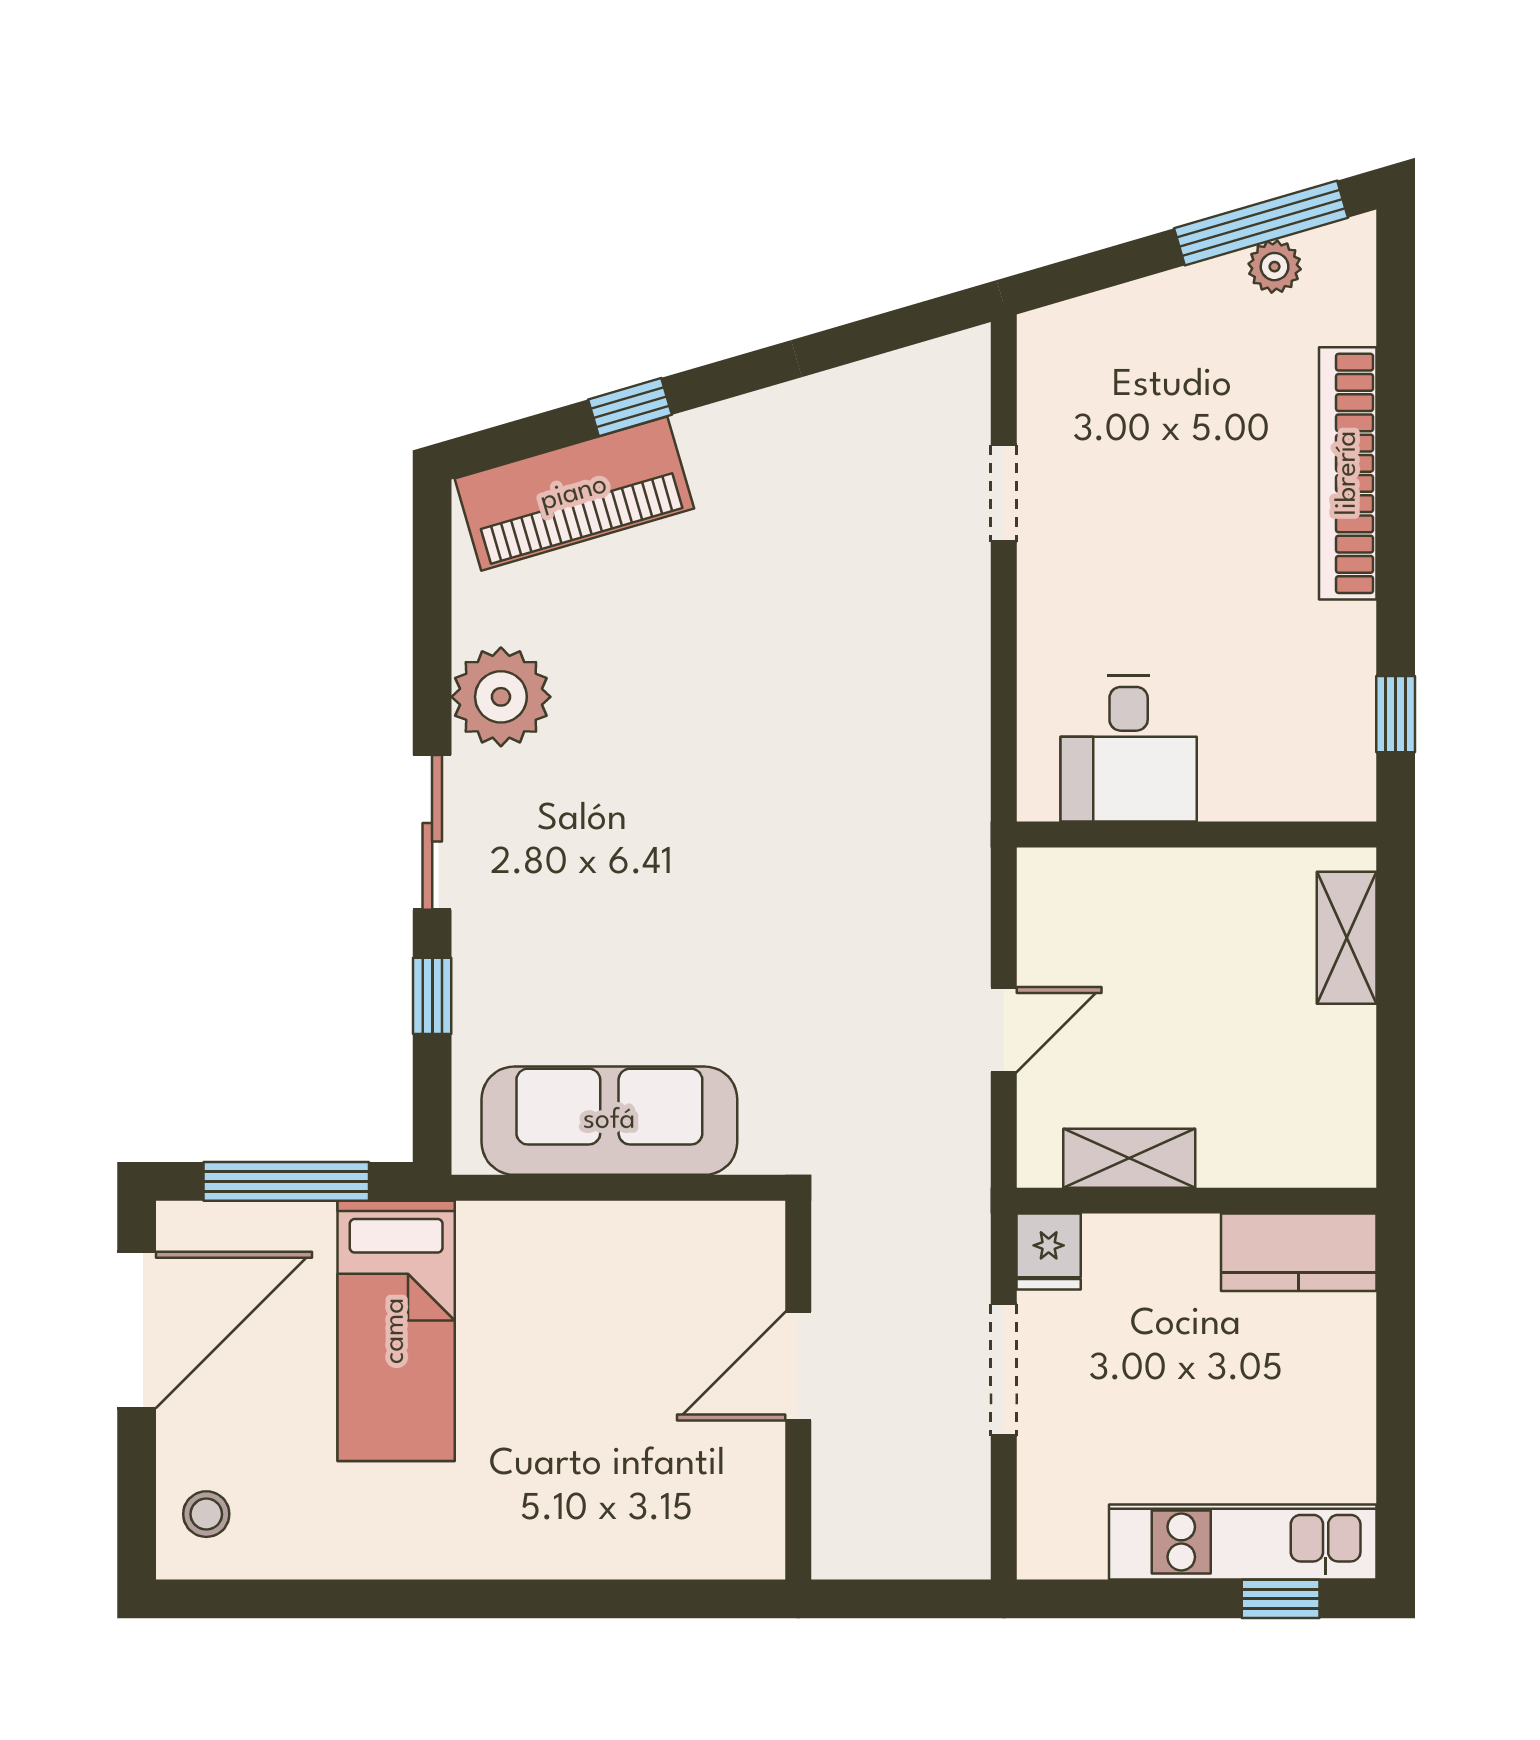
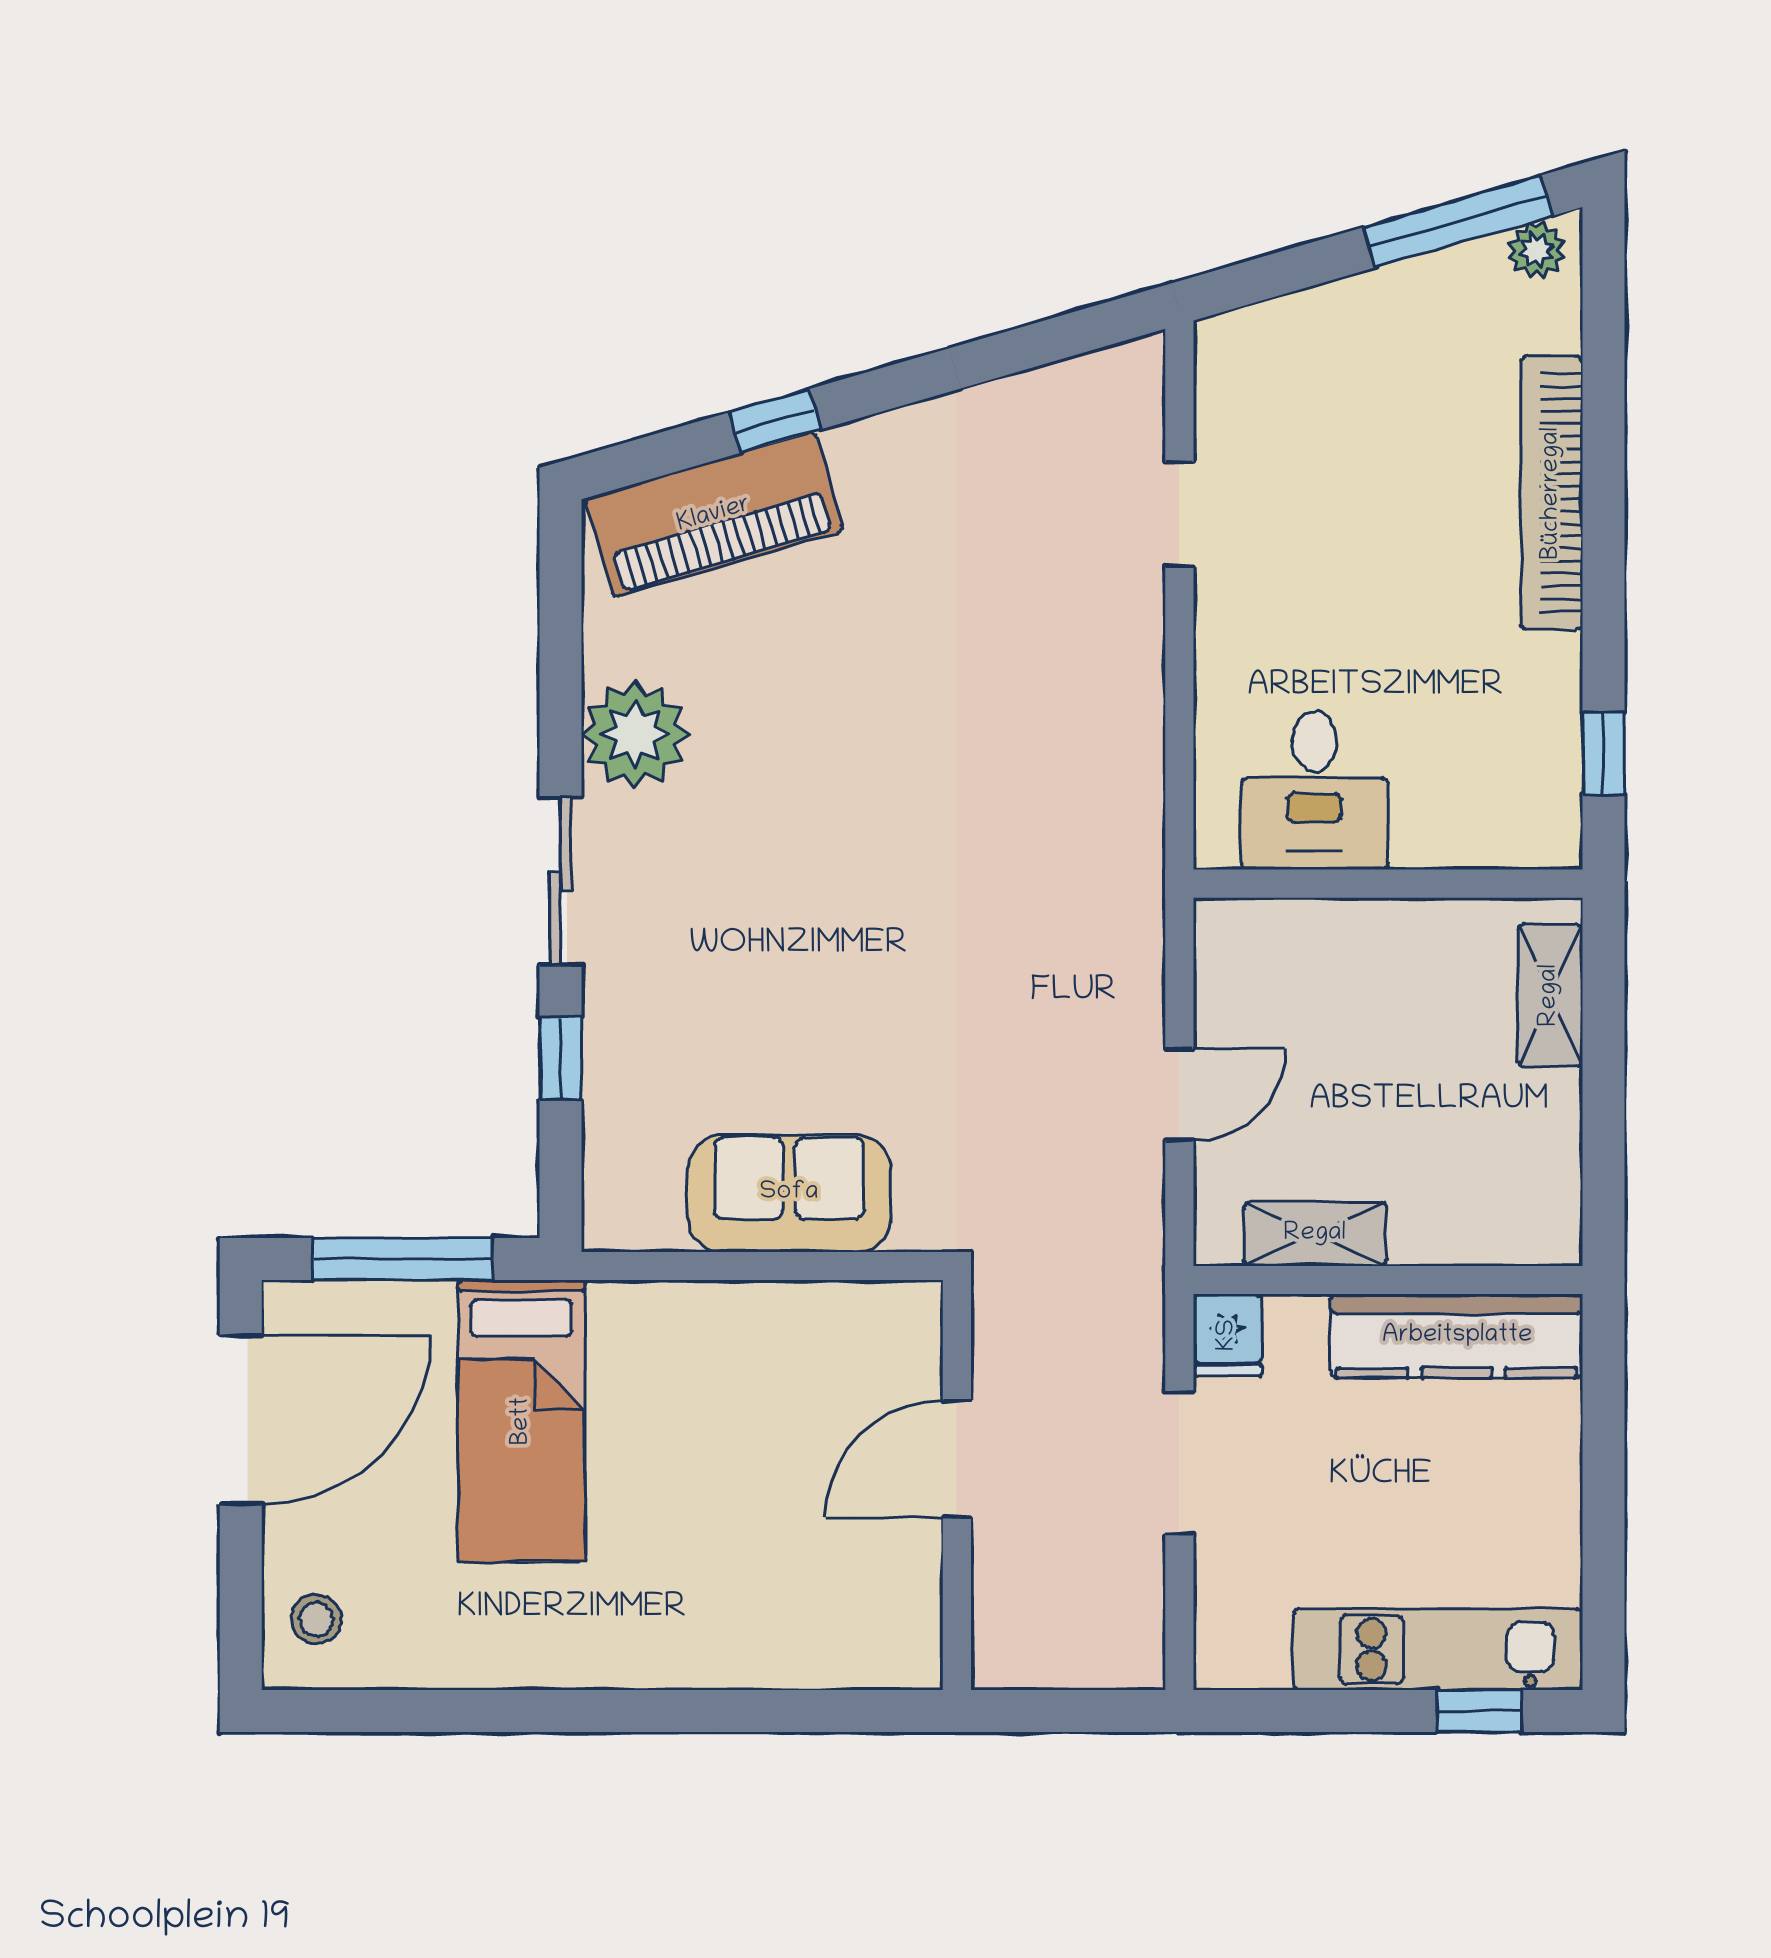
plant: (1275, 267) -> (1536, 250), moved
sofa: (609, 1121) -> (789, 1193), width x0.73
kitchen counter: (1299, 1252) -> (1457, 1336), width x1.50

